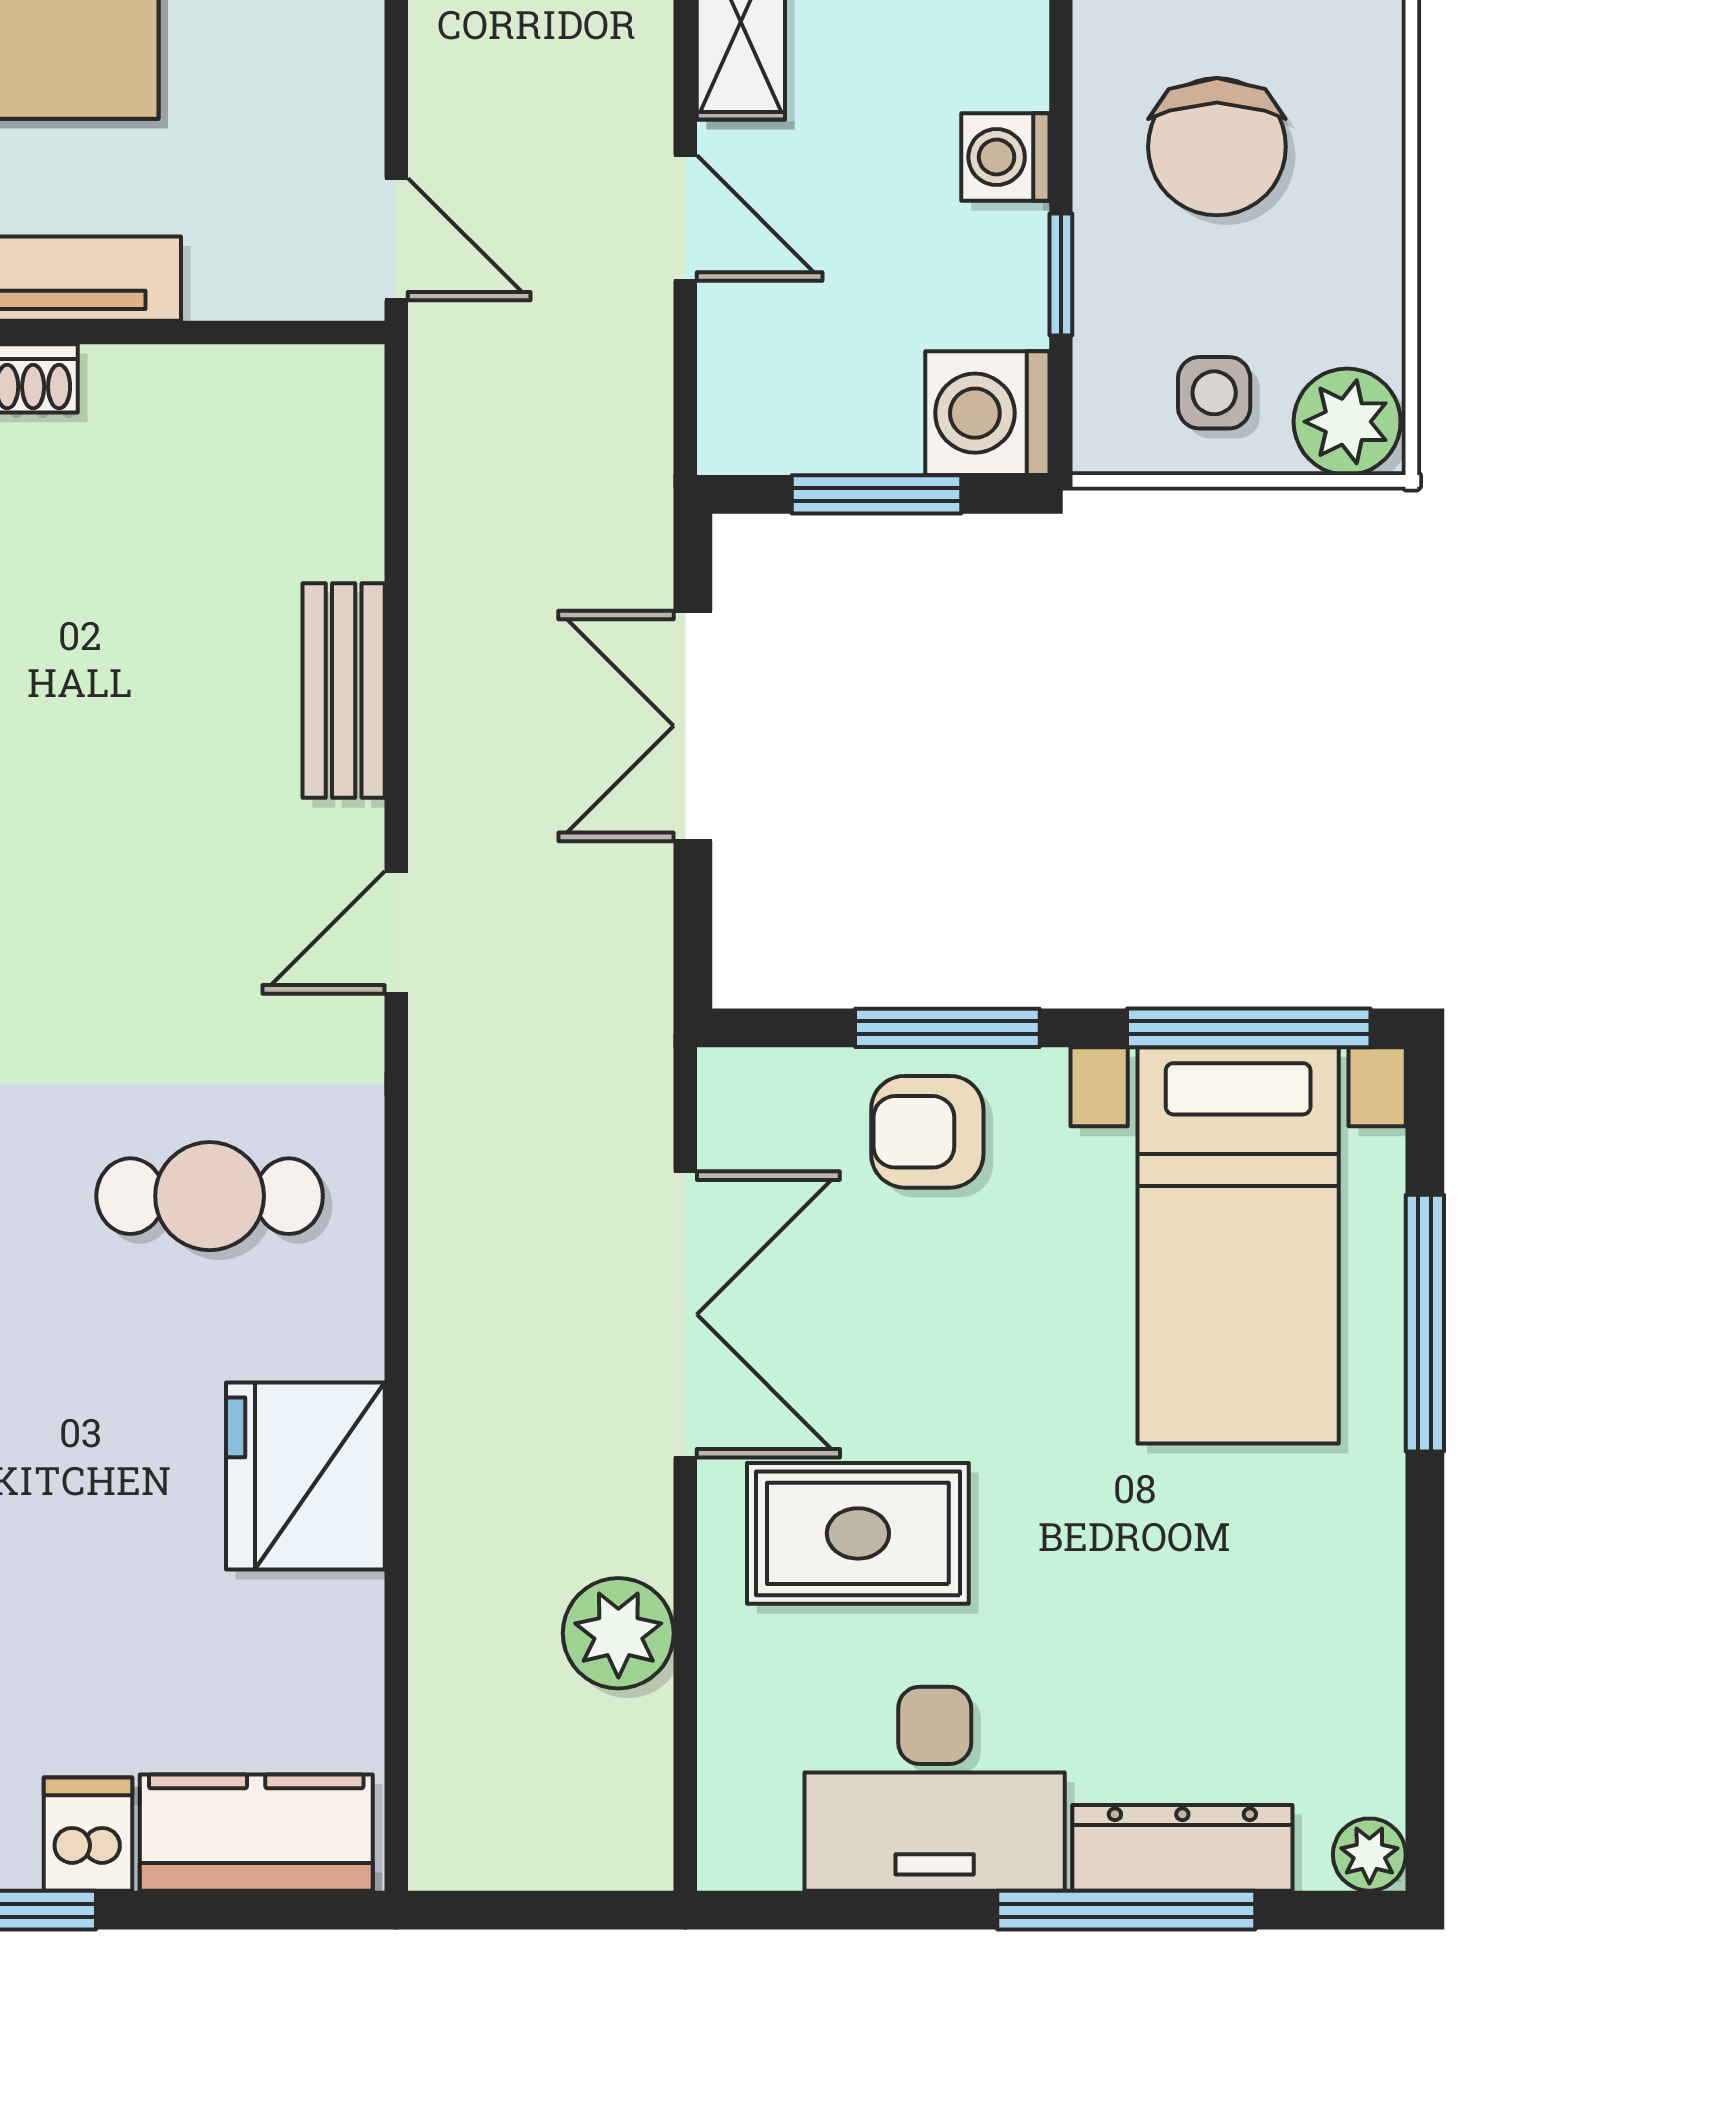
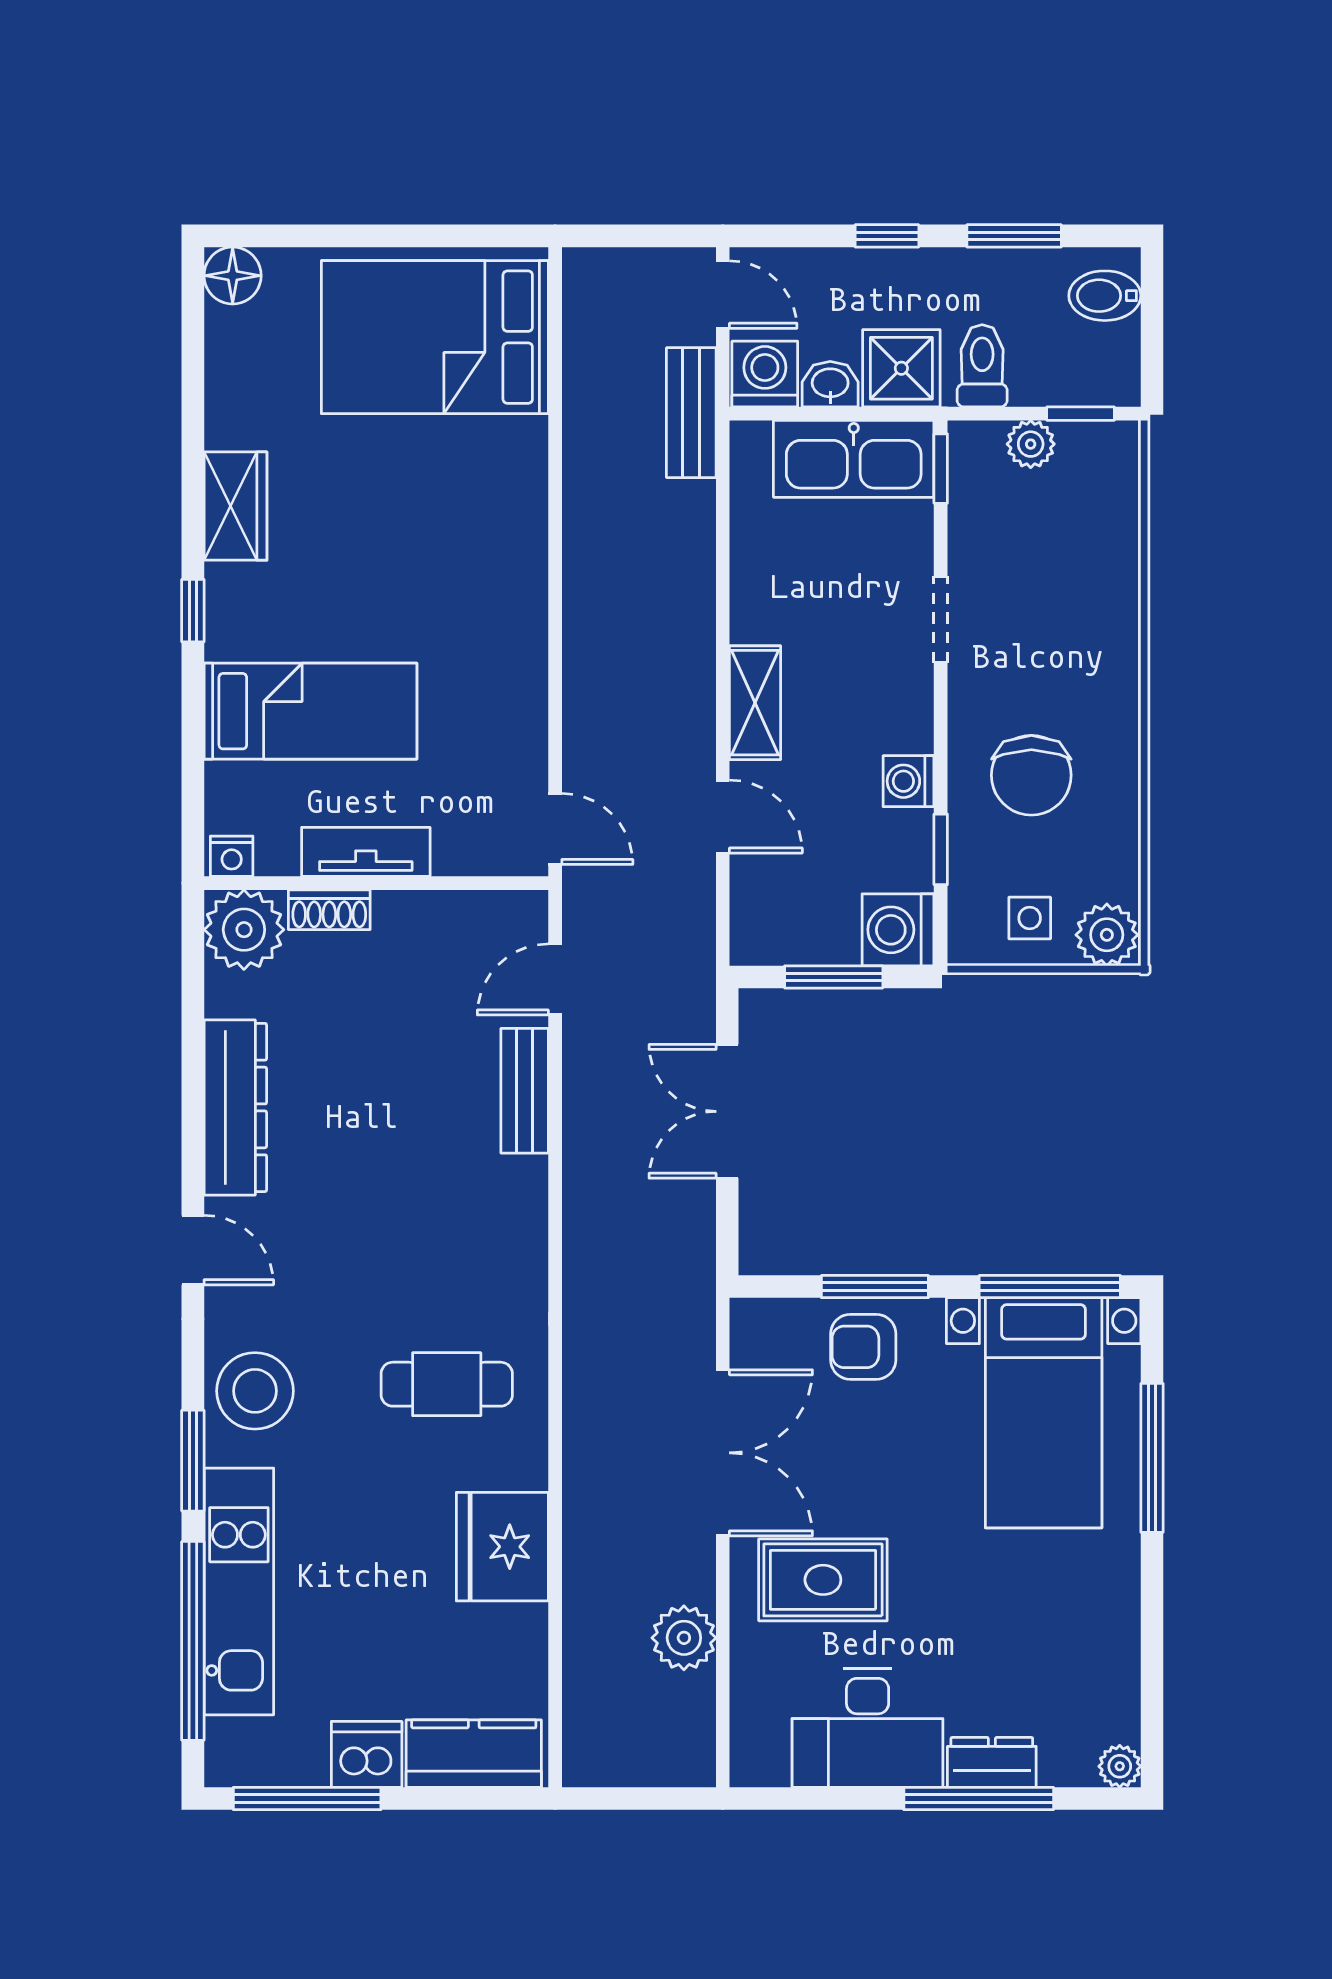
door: (396, 933) -> (555, 979), moved
dishwasher: (88, 1834) -> (367, 1754), width x1.38
dresser: (1182, 1848) -> (992, 1762), width x0.70

